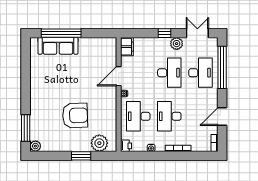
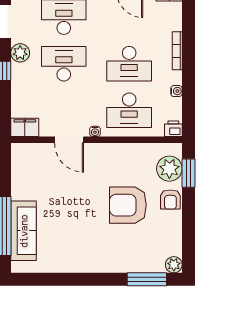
armchair: (75, 115) -> (128, 205), turned -88
armchair: (79, 144) -> (170, 199), added
window: (81, 156) -> (188, 173), moved

